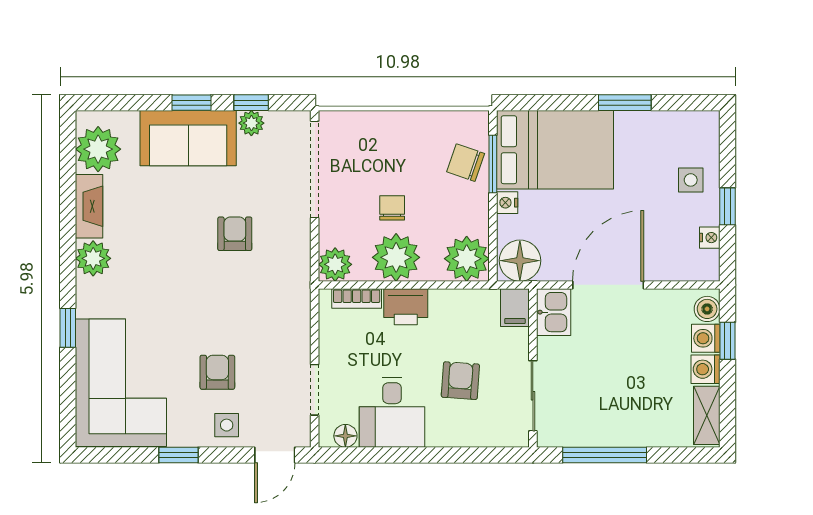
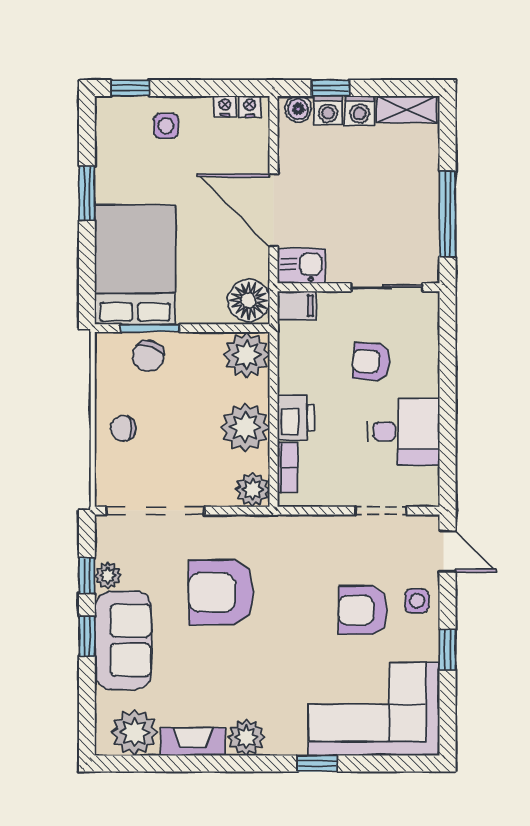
nightstand: (507, 203) -> (250, 107), moved, turned 180
window: (728, 206) -> (130, 88), moved
chair: (392, 208) -> (123, 428), moved
armchair: (235, 234) -> (221, 592), width x1.88, depth x1.88
armchair: (217, 372) -> (363, 610), width x1.38, depth x1.38
floor lamp: (345, 436) -> (428, 479), removed

